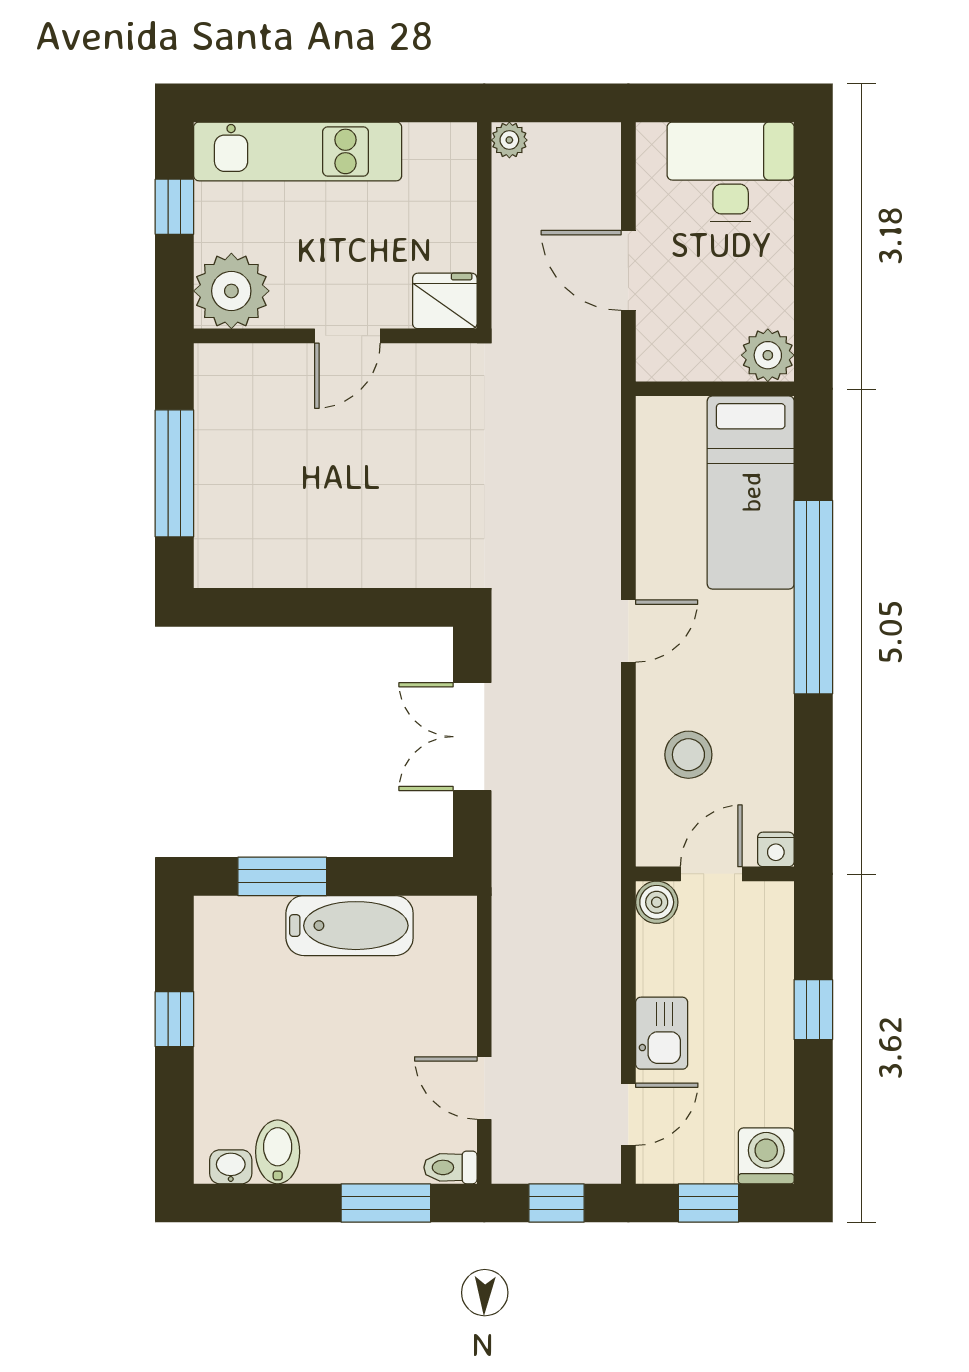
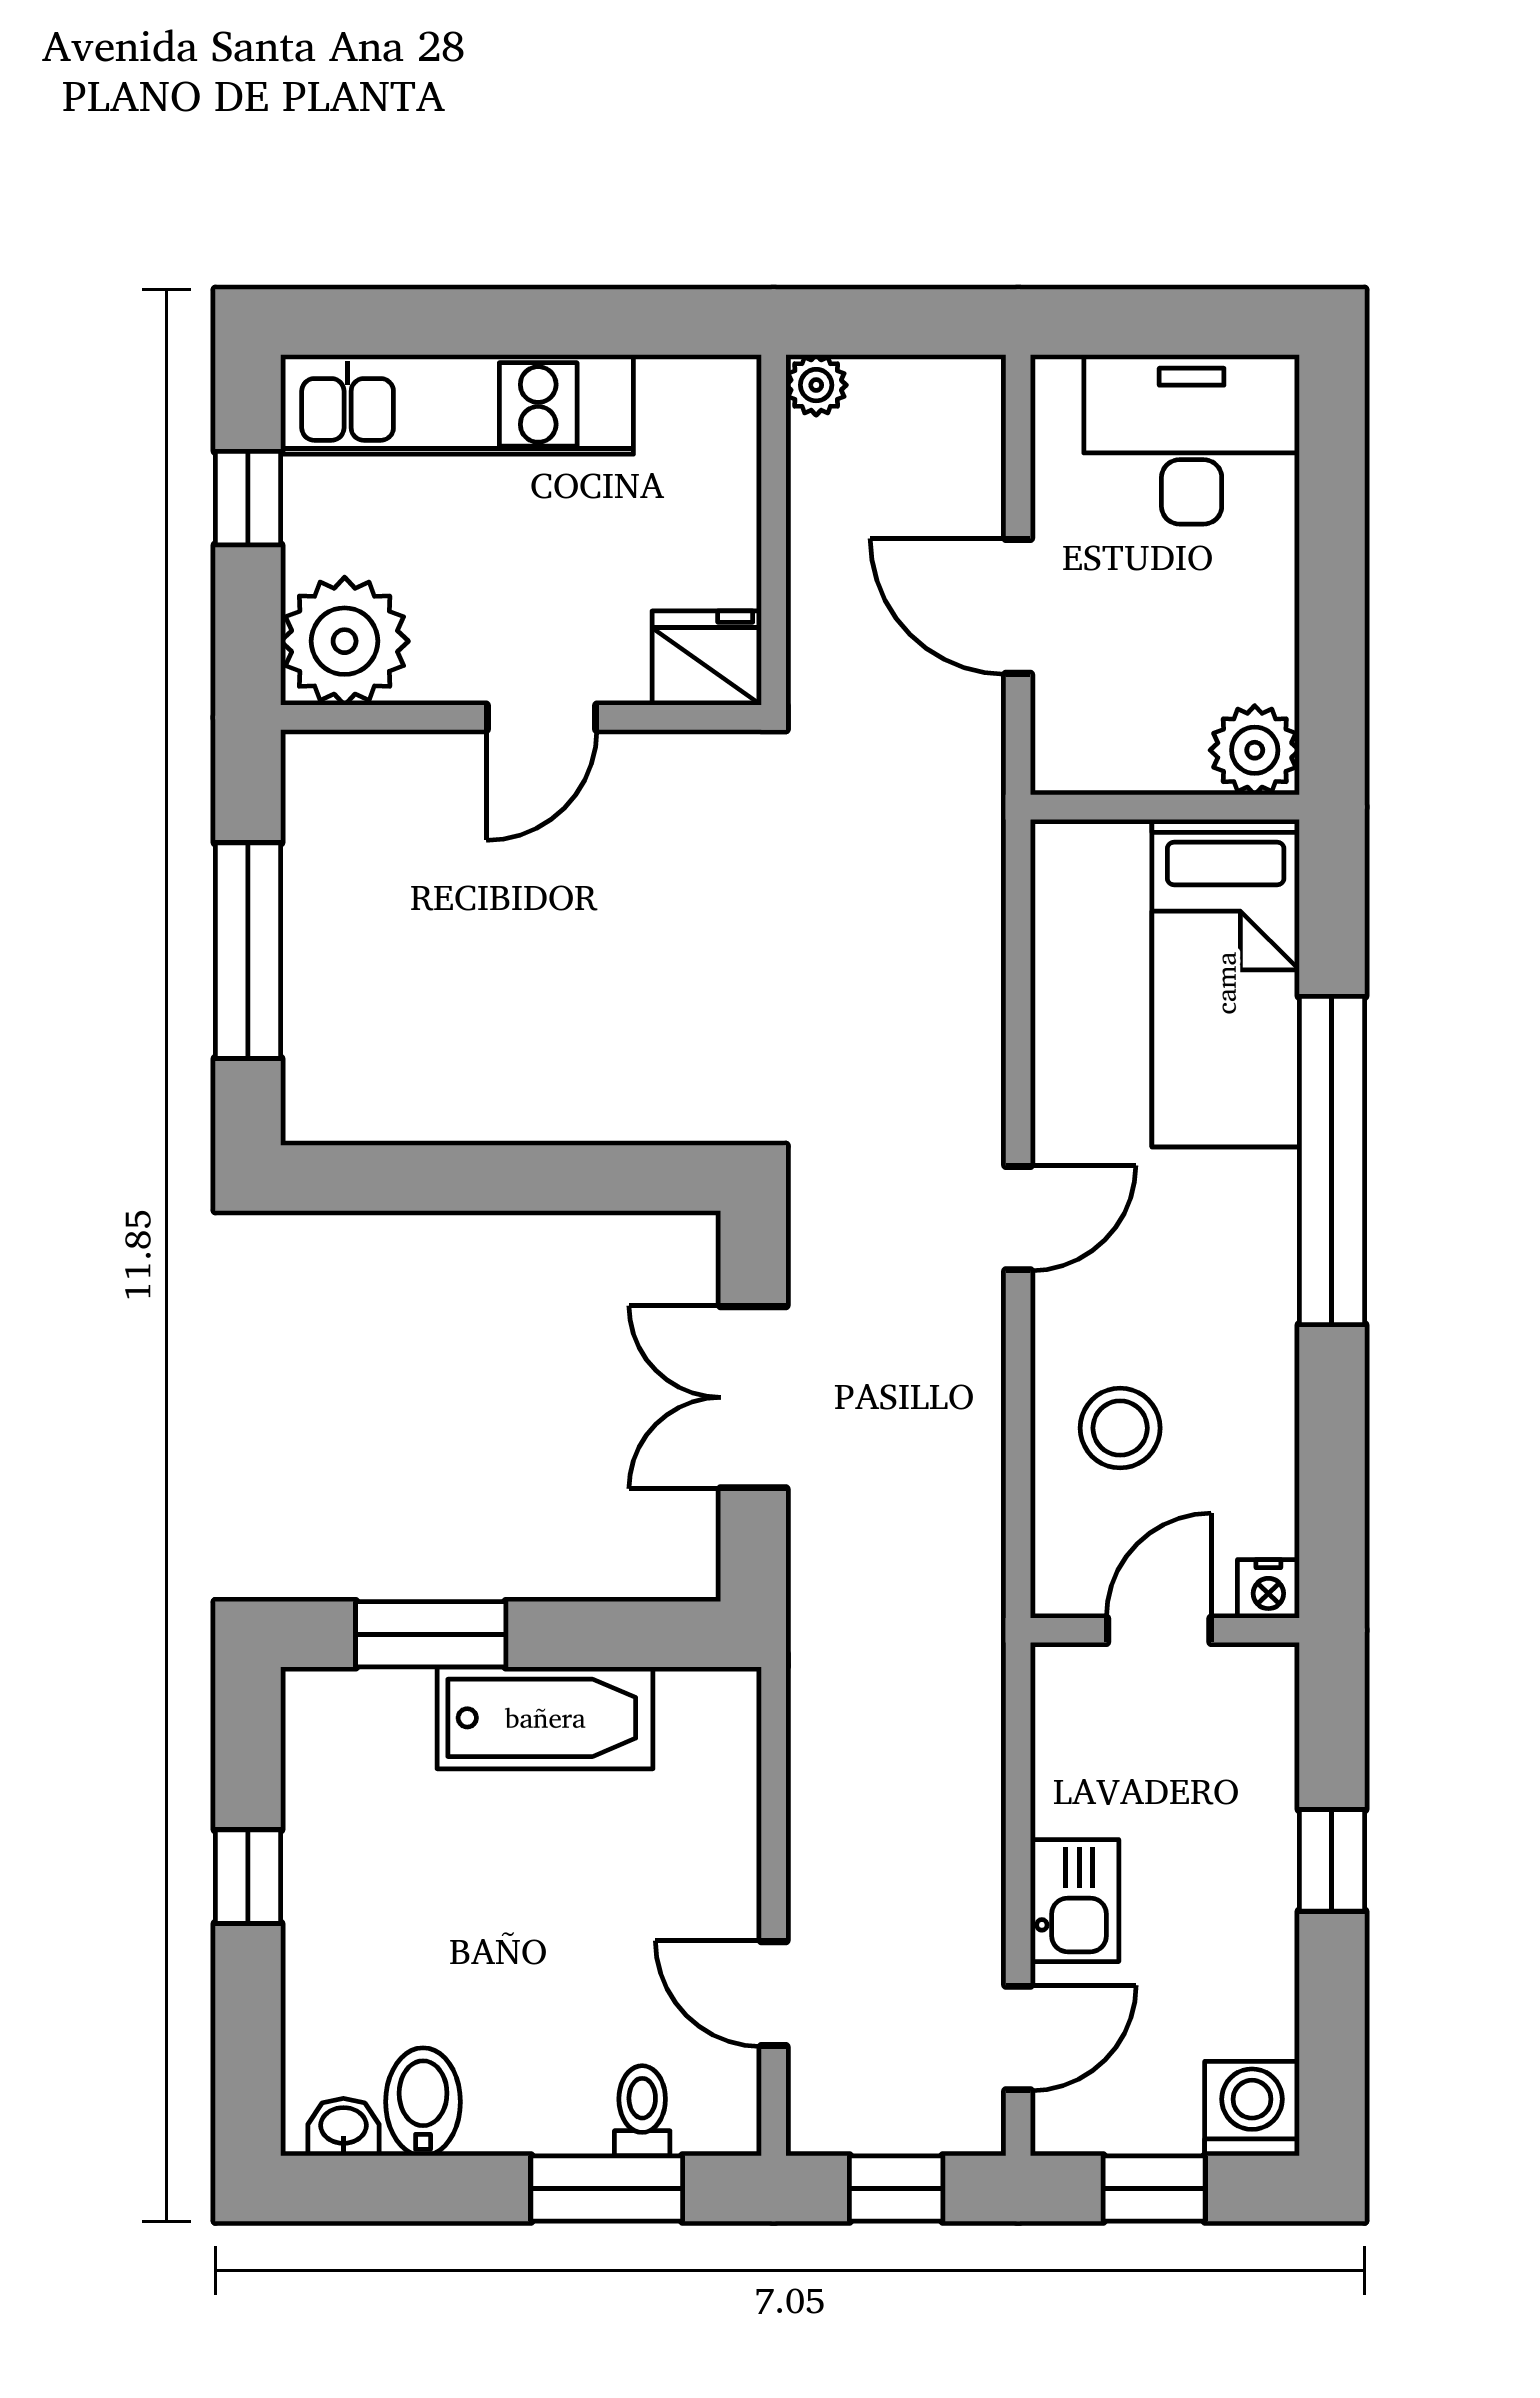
boiler: (657, 902) -> (1066, 1678), removed
toilet: (450, 1167) -> (642, 2111), moved, turned 90

